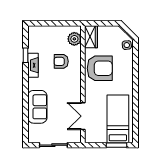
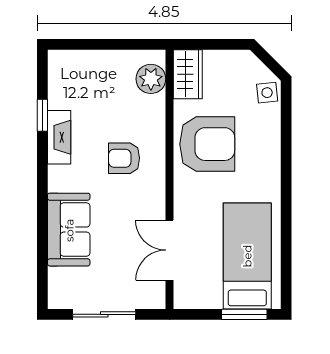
armchair: (61, 61) -> (124, 158), moved

